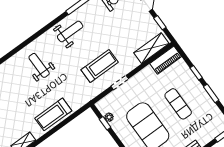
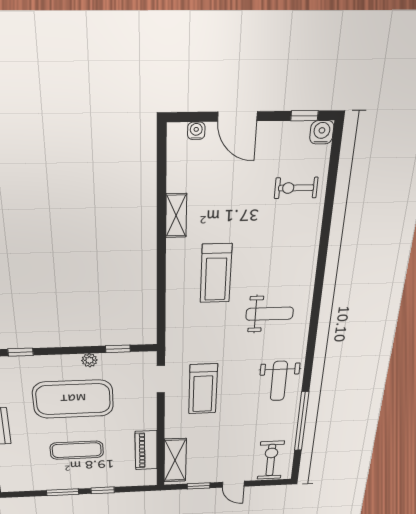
piano: (166, 60) -> (146, 450), moved
doorway: (120, 82) -> (161, 379), moved
treadmill: (53, 114) -> (216, 273), moved, turned 180
plant: (109, 117) -> (89, 360), moved

